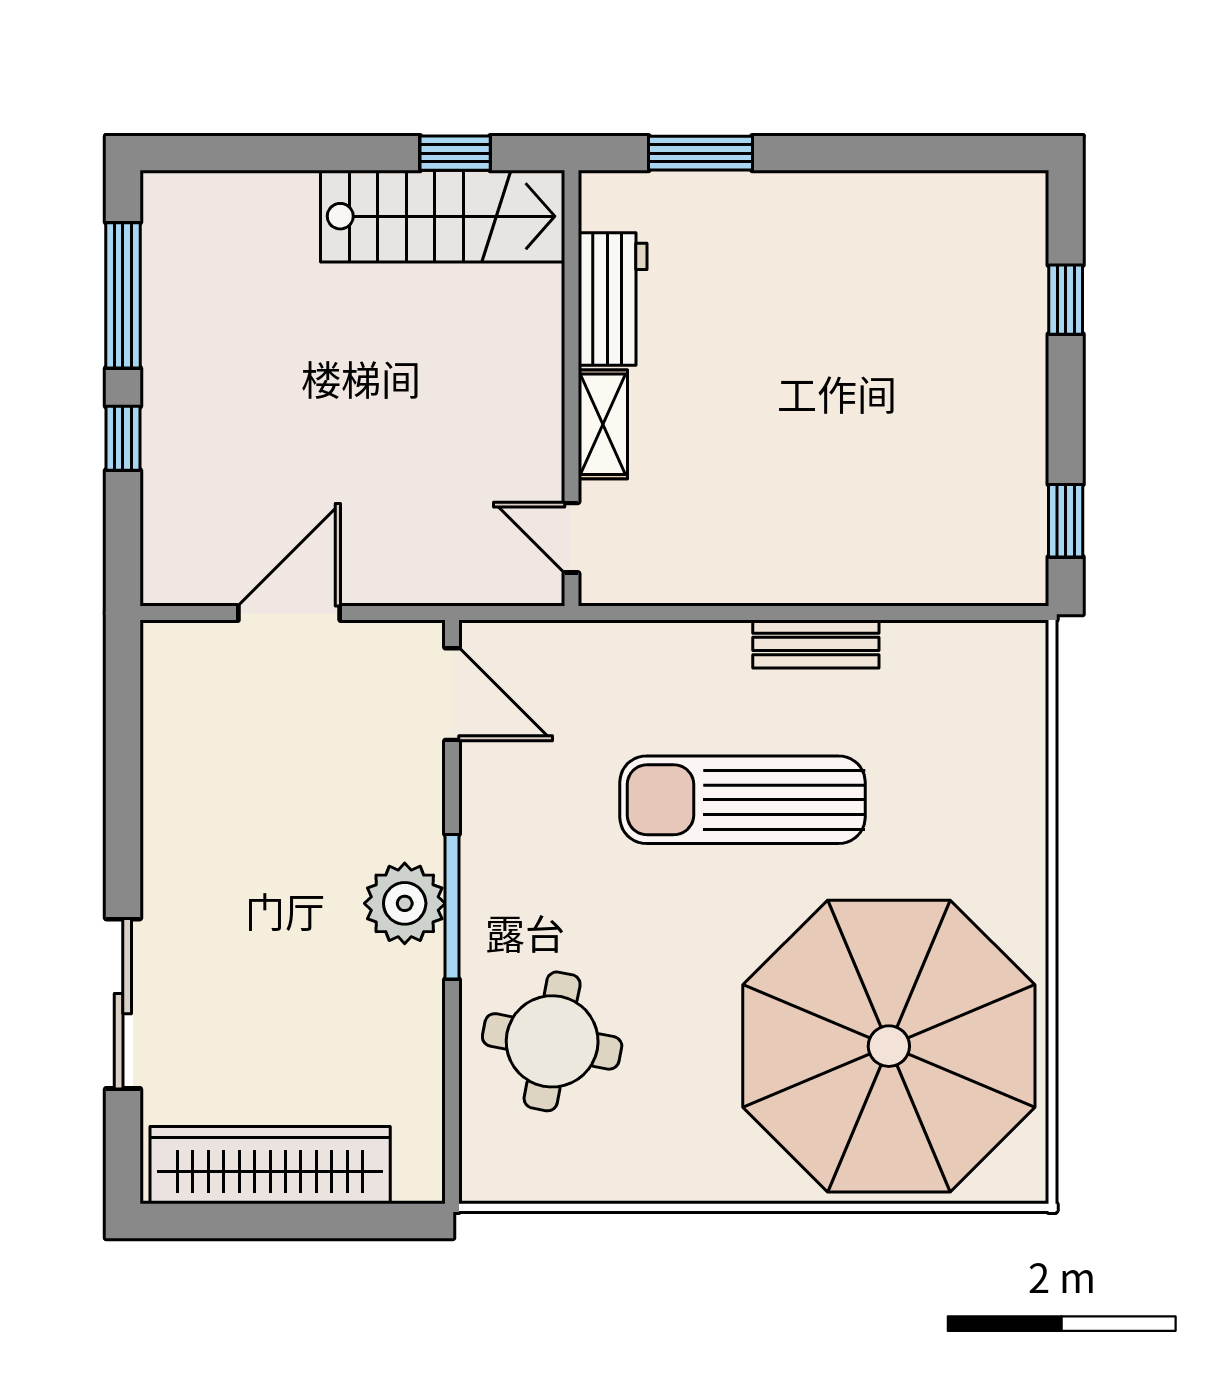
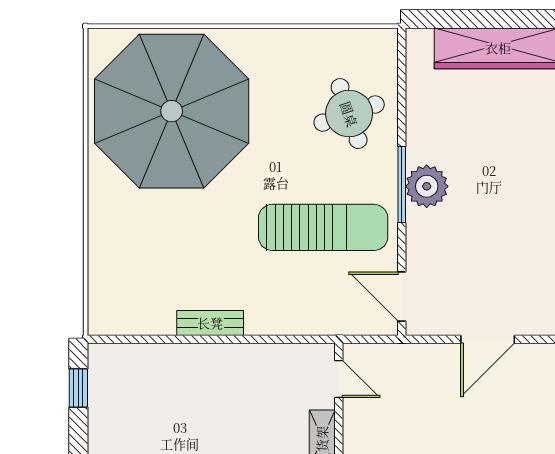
sun lounger: (743, 800) -> (323, 227), moved
round table: (552, 1041) -> (349, 114), turned -30

